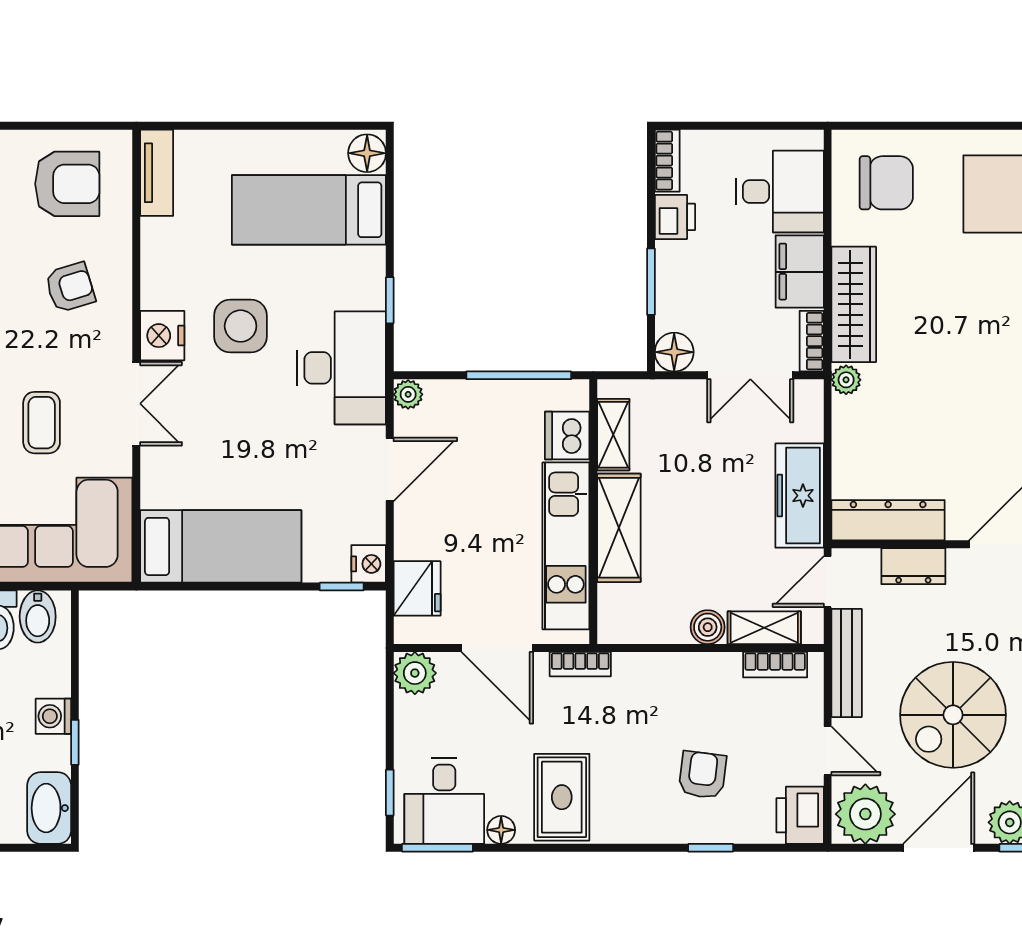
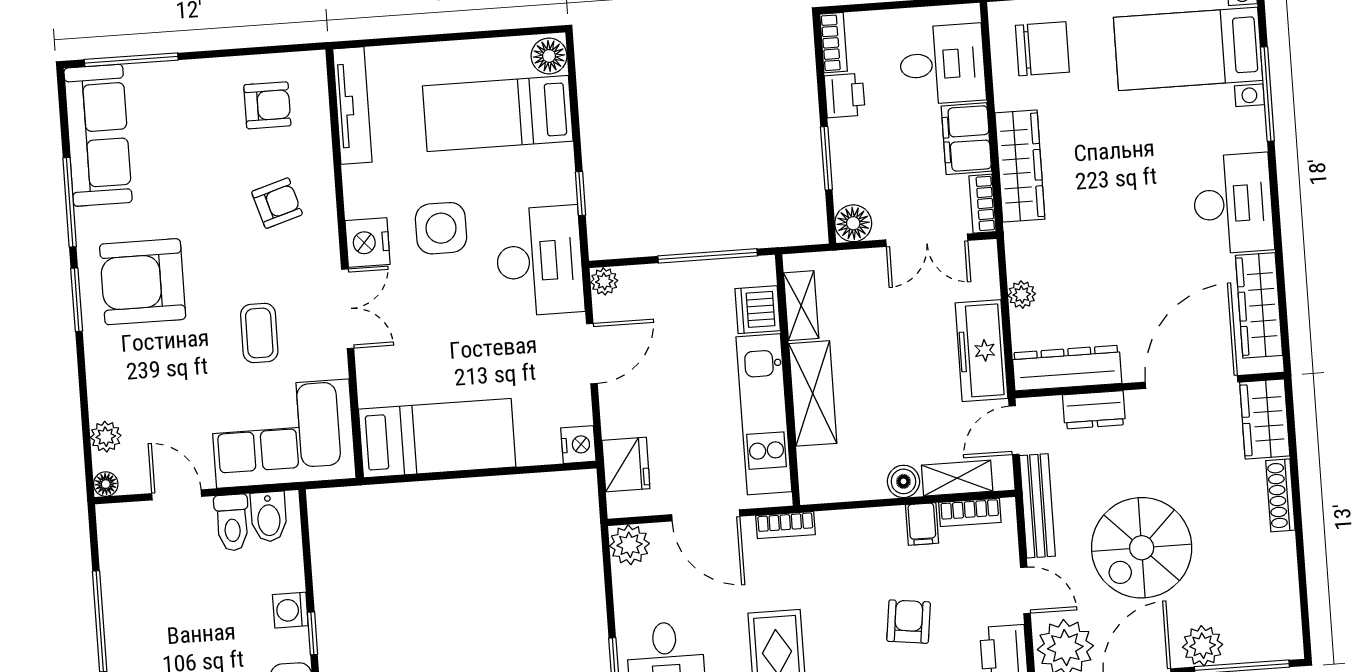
tv unit: (157, 173) -> (352, 106), width x1.41
armchair: (67, 184) -> (267, 105), width x0.72, depth x0.72
plant: (846, 380) -> (1022, 295), moved
window: (342, 587) -> (554, 468), removed
filing cabinet: (724, 673) -> (922, 524), added

